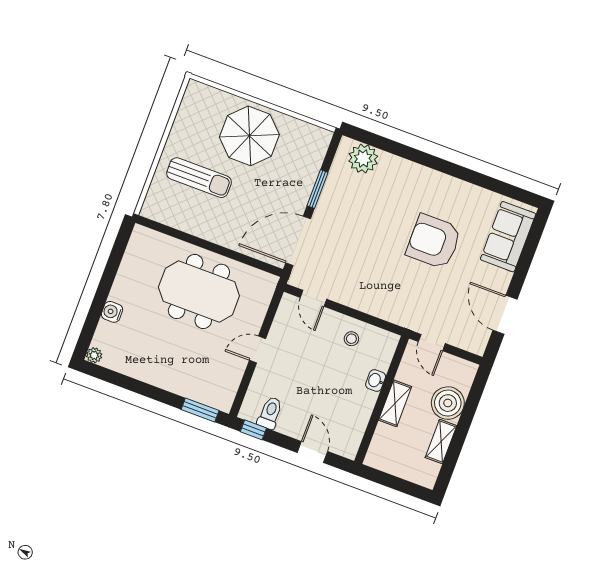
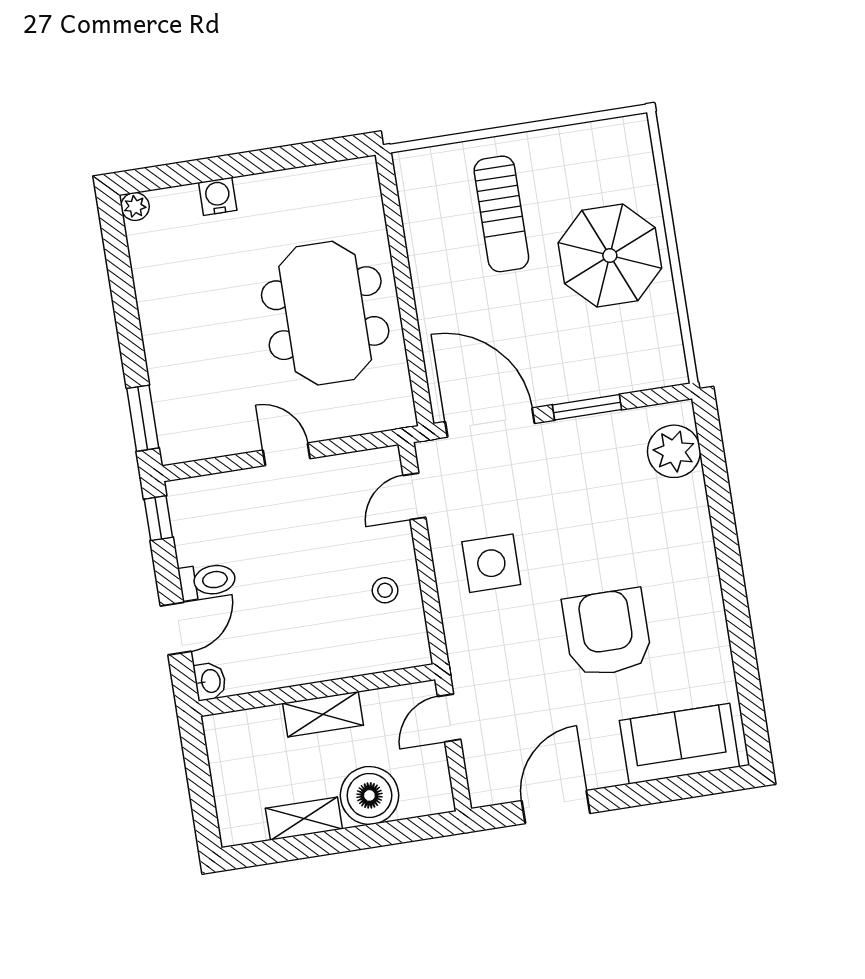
side table: (368, 279) -> (491, 563), added
washbasin: (376, 381) -> (210, 681), moved, turned 90
toilet: (270, 413) -> (207, 581), moved

